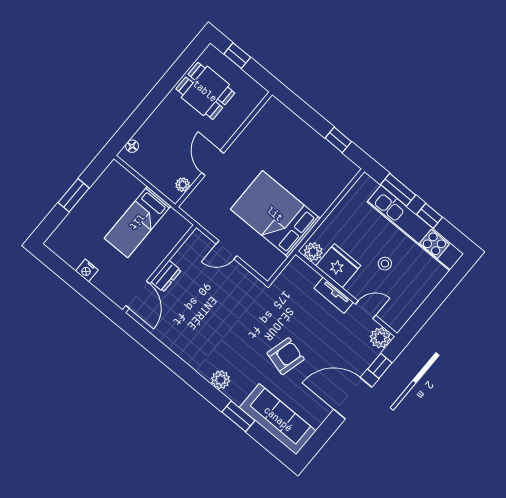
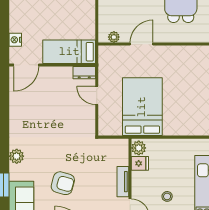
bed: (137, 222) -> (69, 52), moved
fridge: (338, 266) -> (140, 163), width x0.53, depth x0.75
nightstand: (87, 270) -> (15, 40), moved
dresser: (166, 276) -> (84, 73), moved

